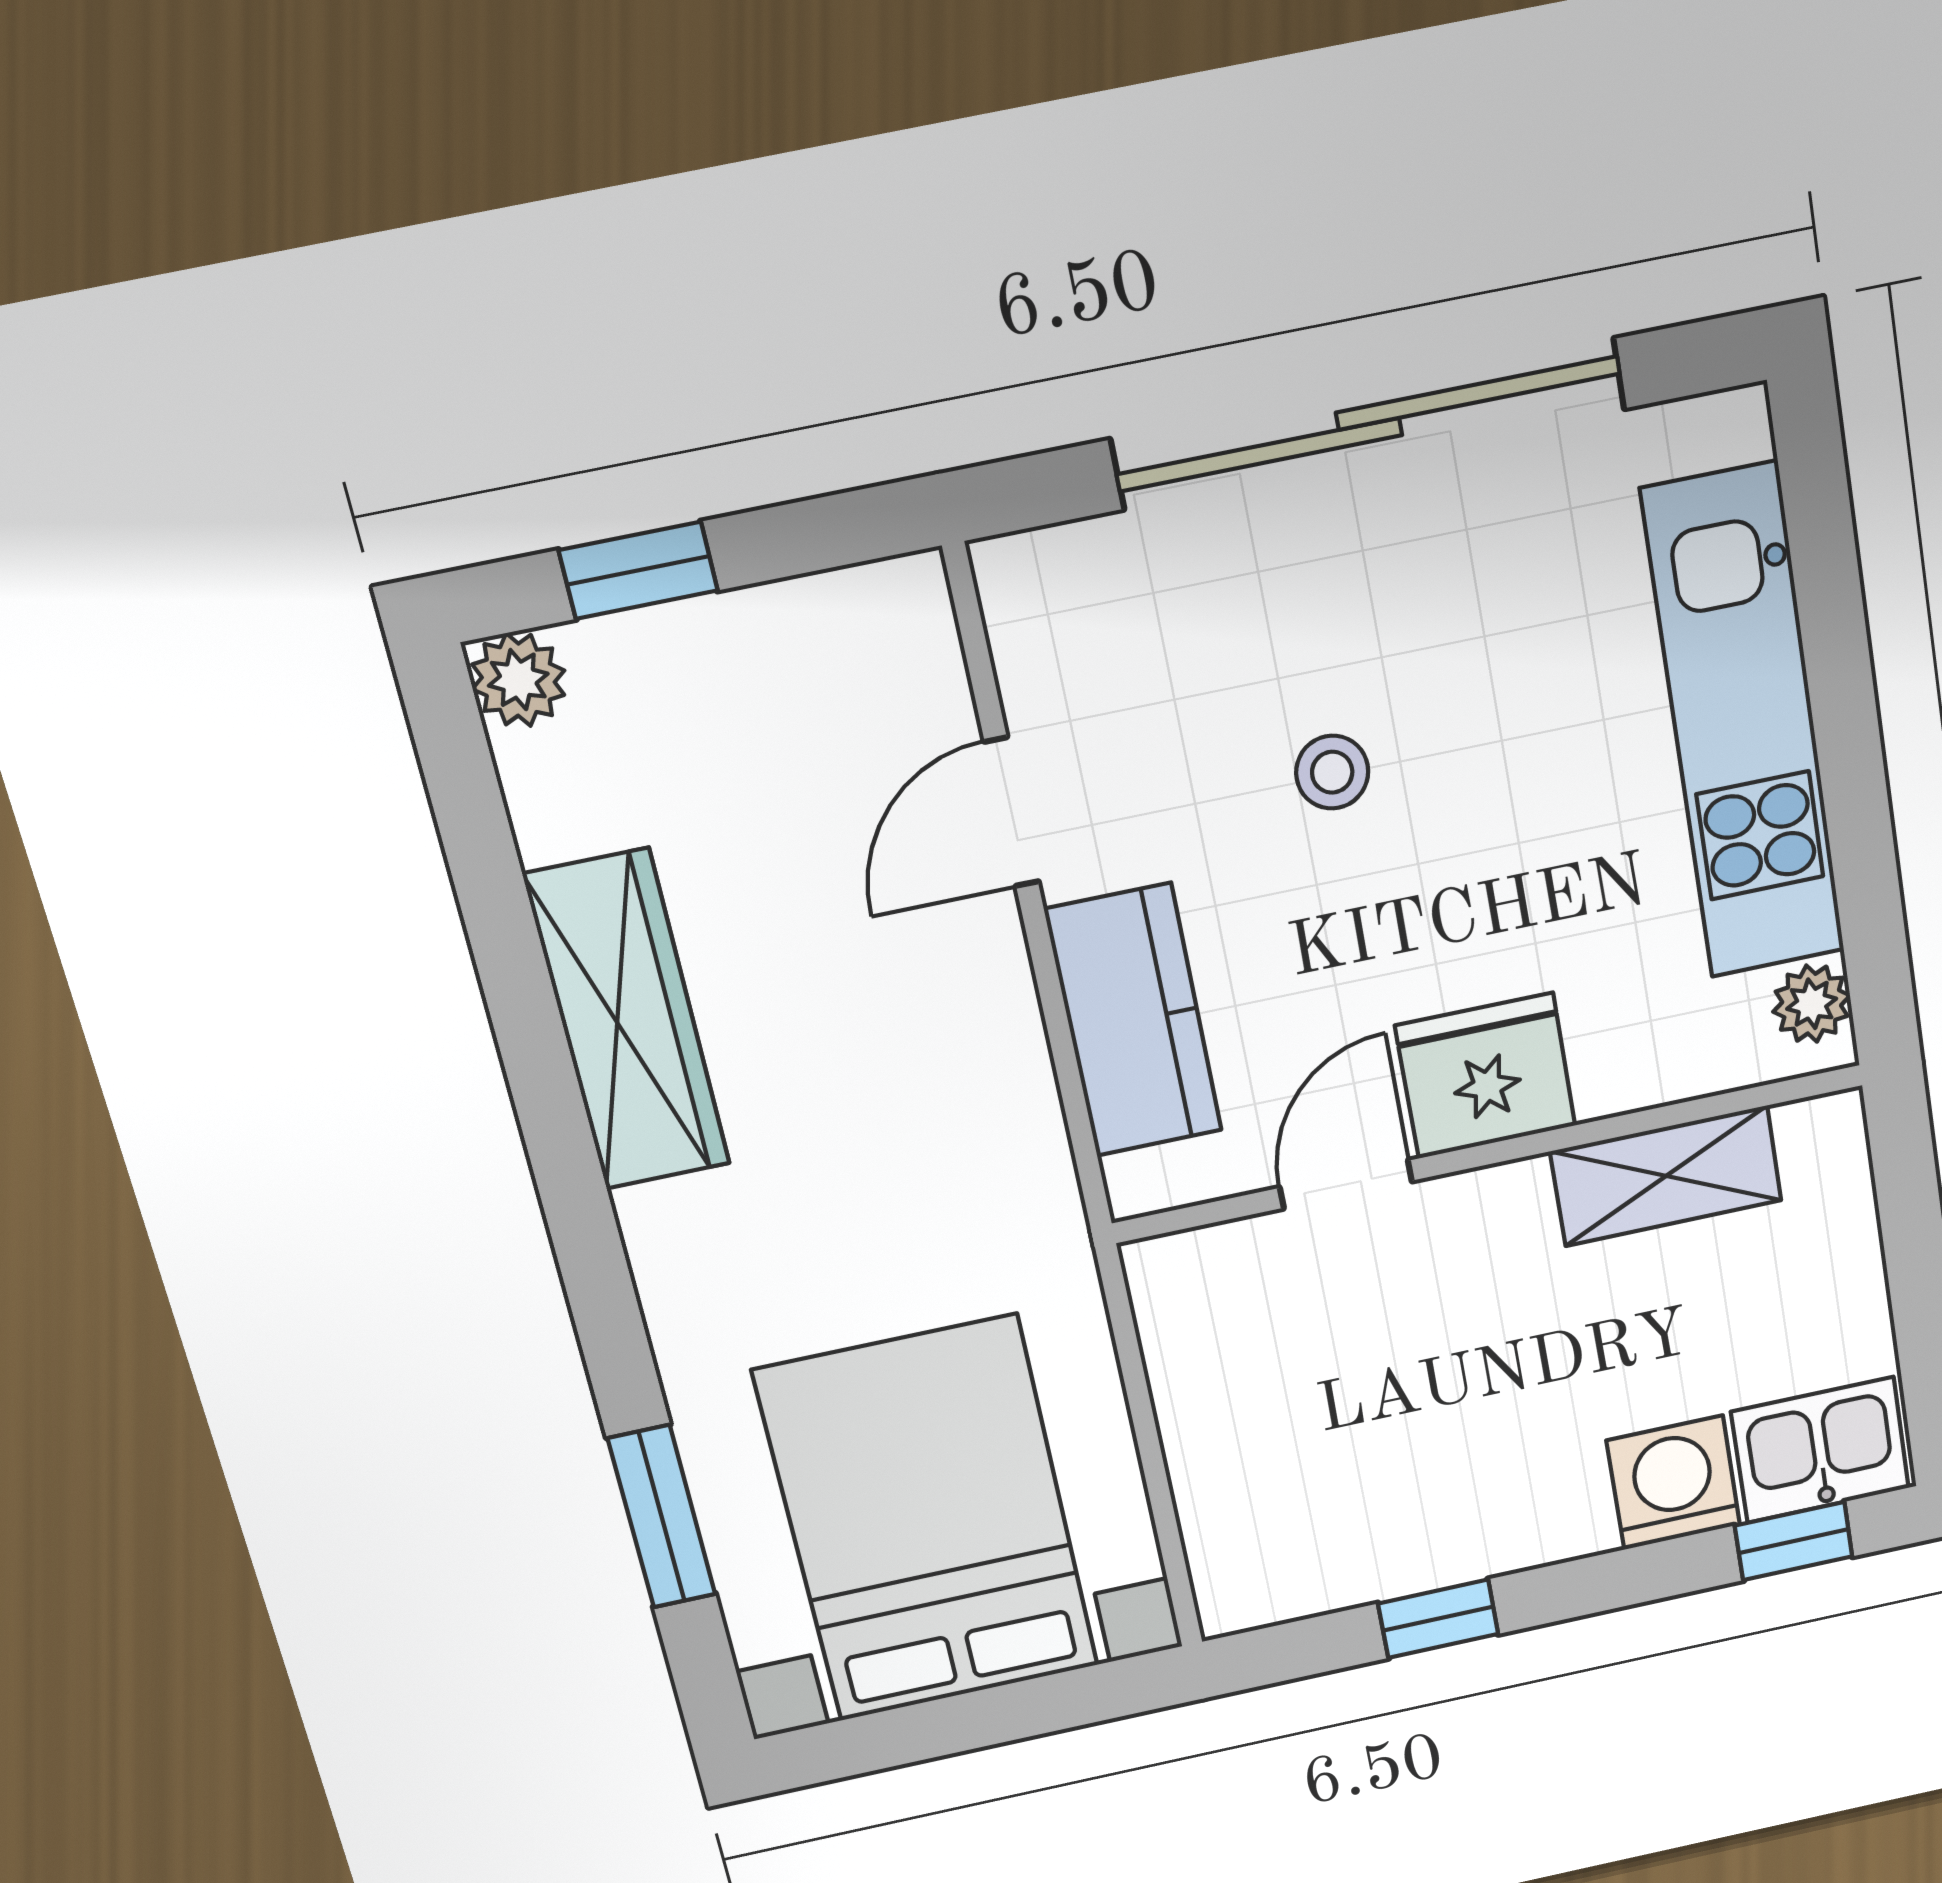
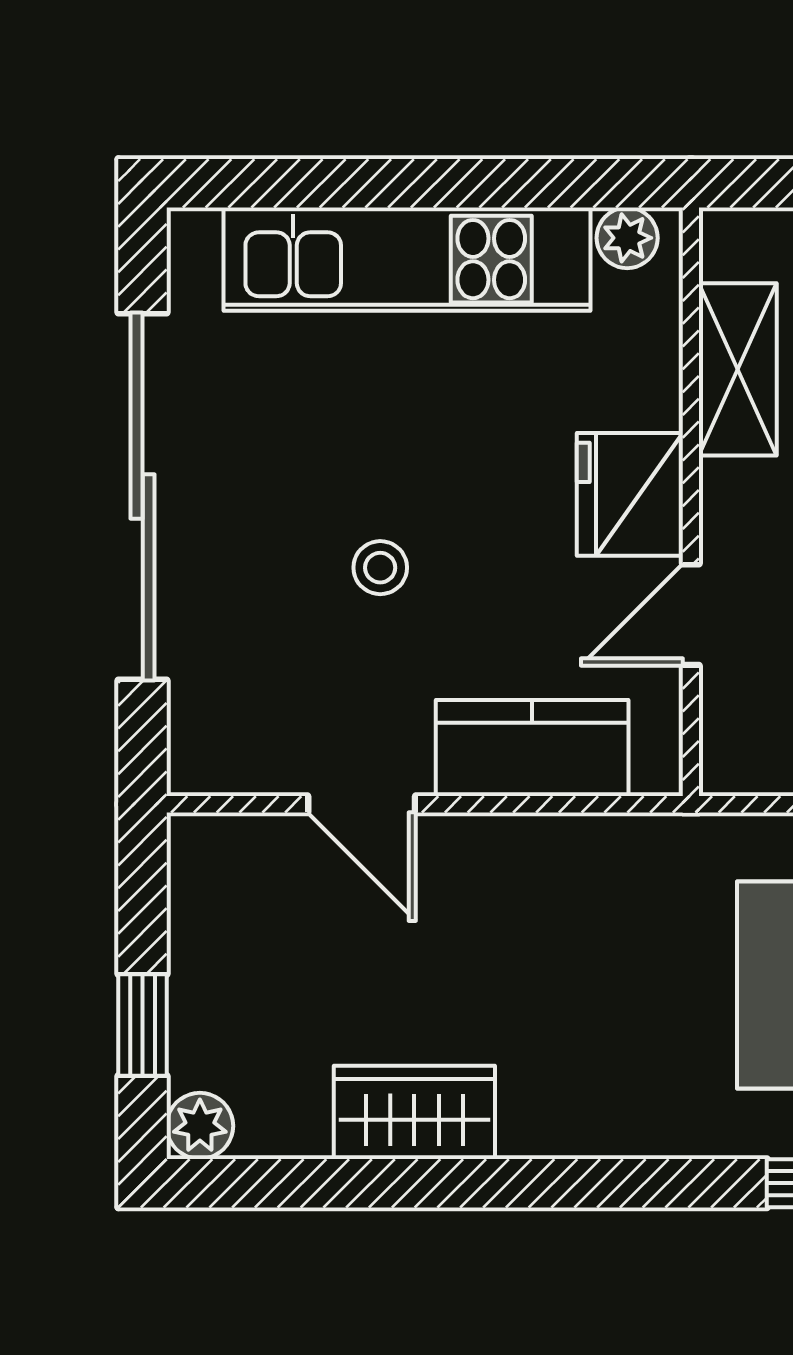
wardrobe: (627, 1021) -> (414, 1112), width x0.67
door: (1346, 1184) -> (691, 615), hinge flipped

